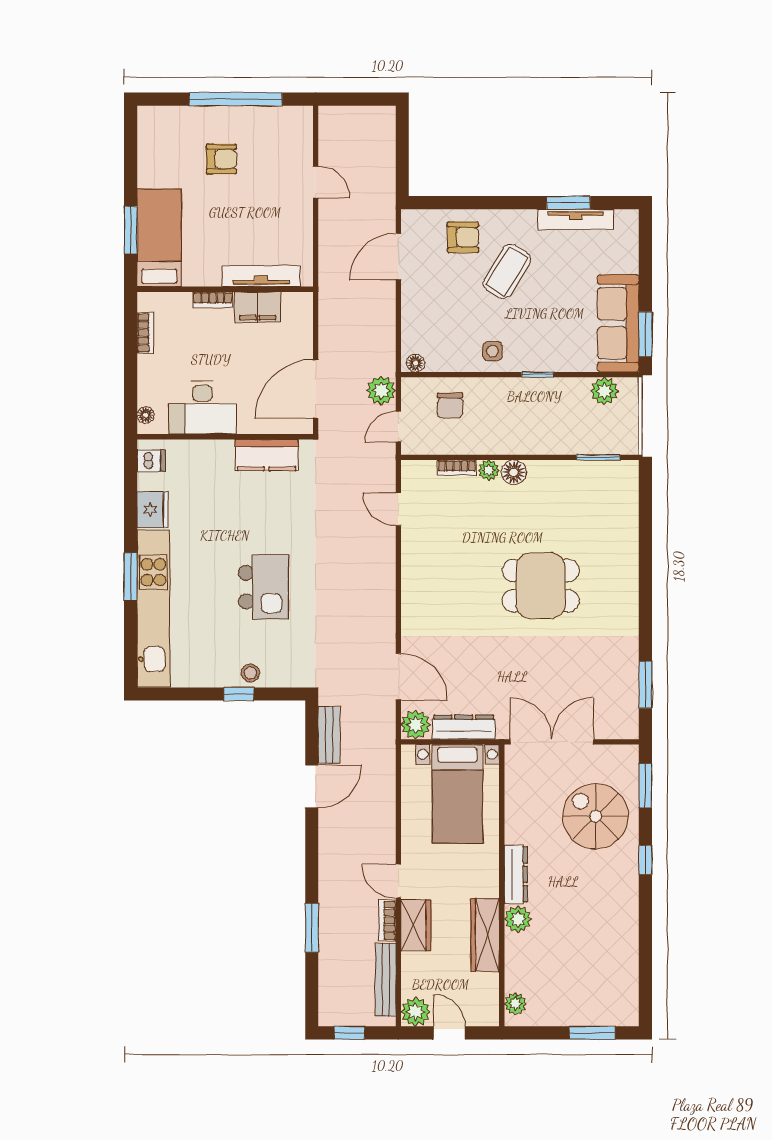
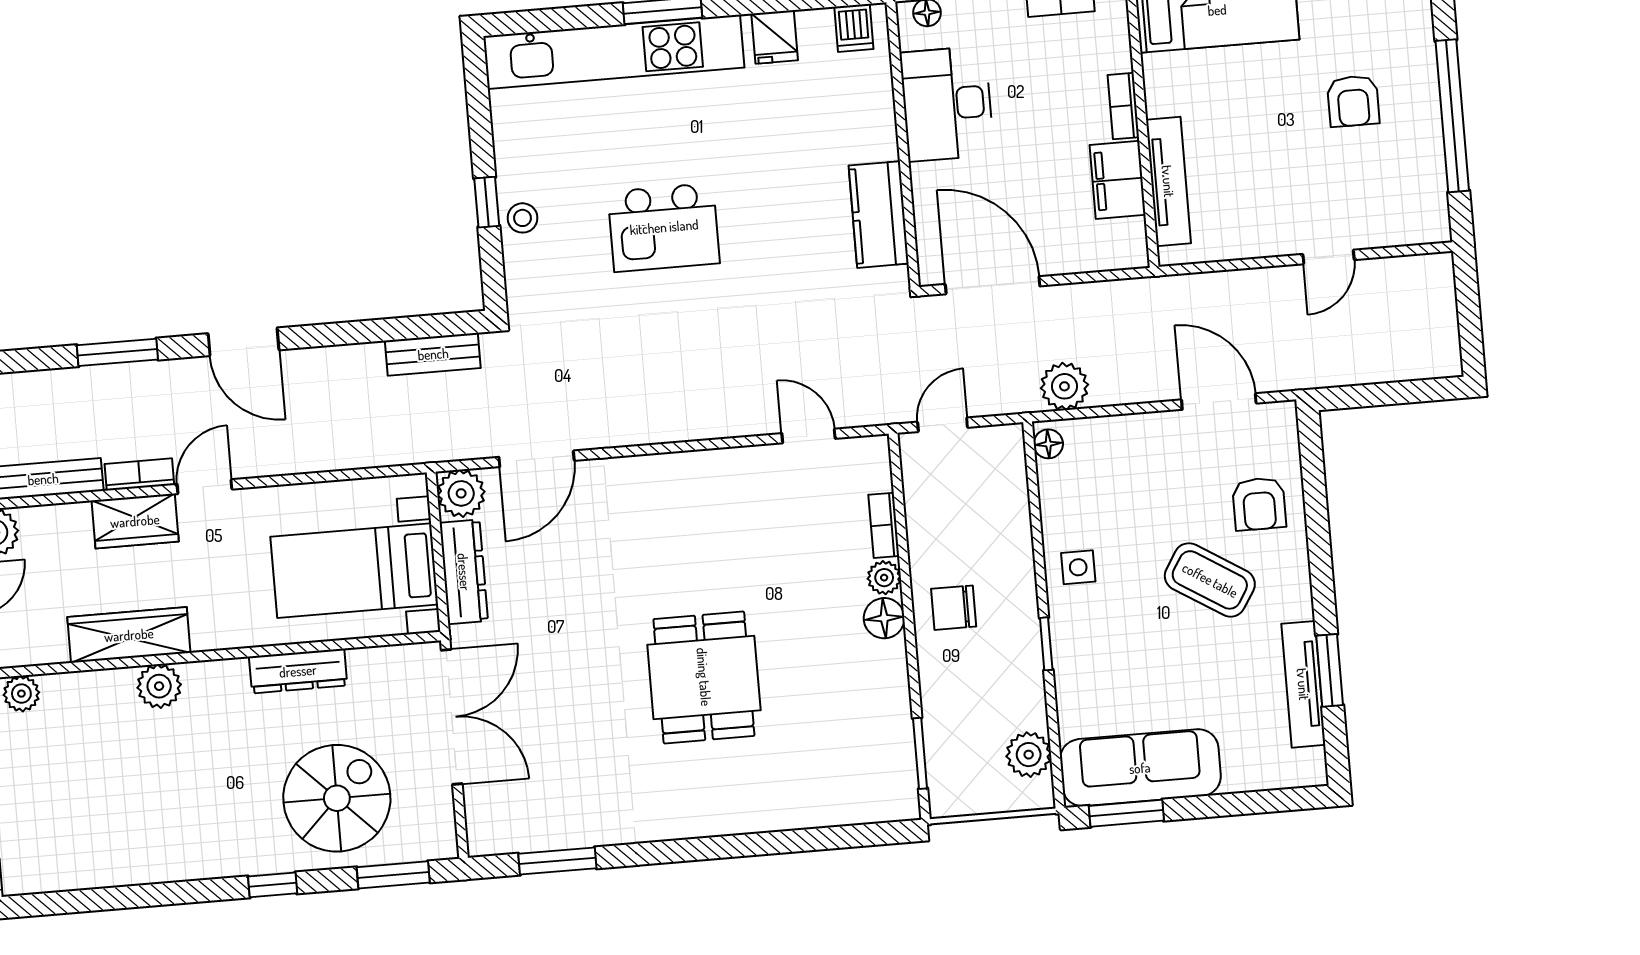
plant: (381, 390) -> (1064, 386), moved
chair: (450, 406) -> (954, 608), moved
door: (398, 427) -> (943, 425), hinge flipped
door: (398, 509) -> (809, 436), hinge flipped
fridge: (153, 510) -> (775, 37), width x0.72
door: (312, 786) -> (243, 342), moved
dresser: (516, 874) -> (298, 671), moved

